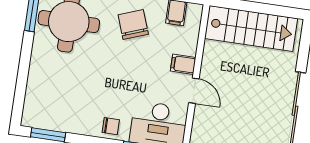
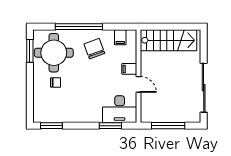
chair: (111, 126) -> (56, 82), moved

